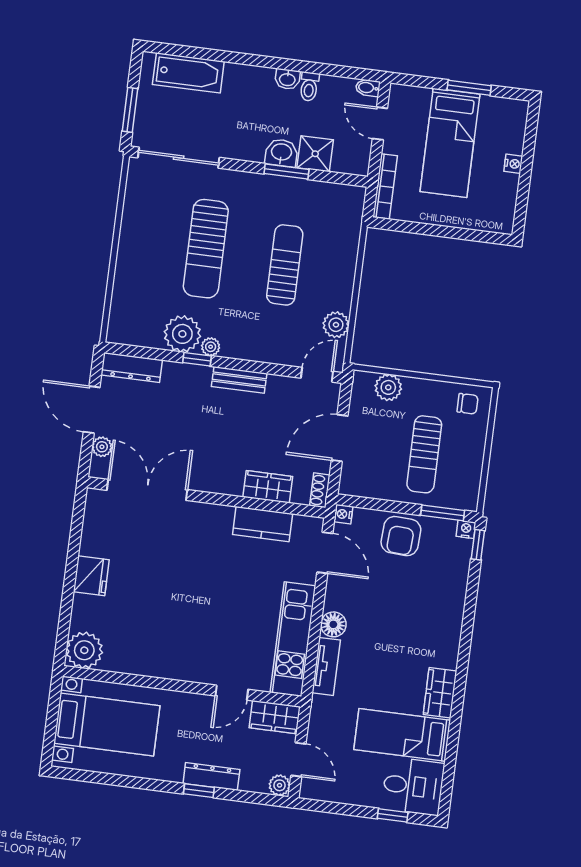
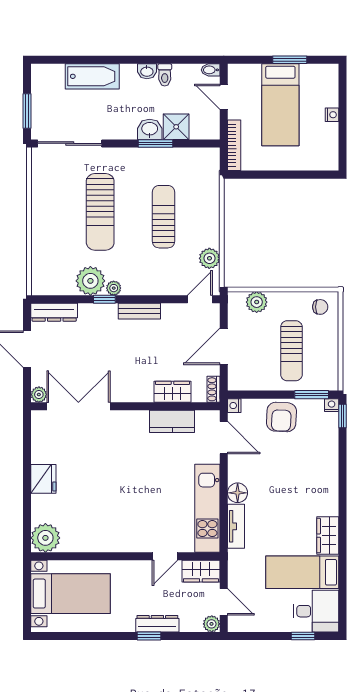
bathtub: (188, 73) -> (92, 76), moved
plant: (102, 447) -> (39, 395), moved

